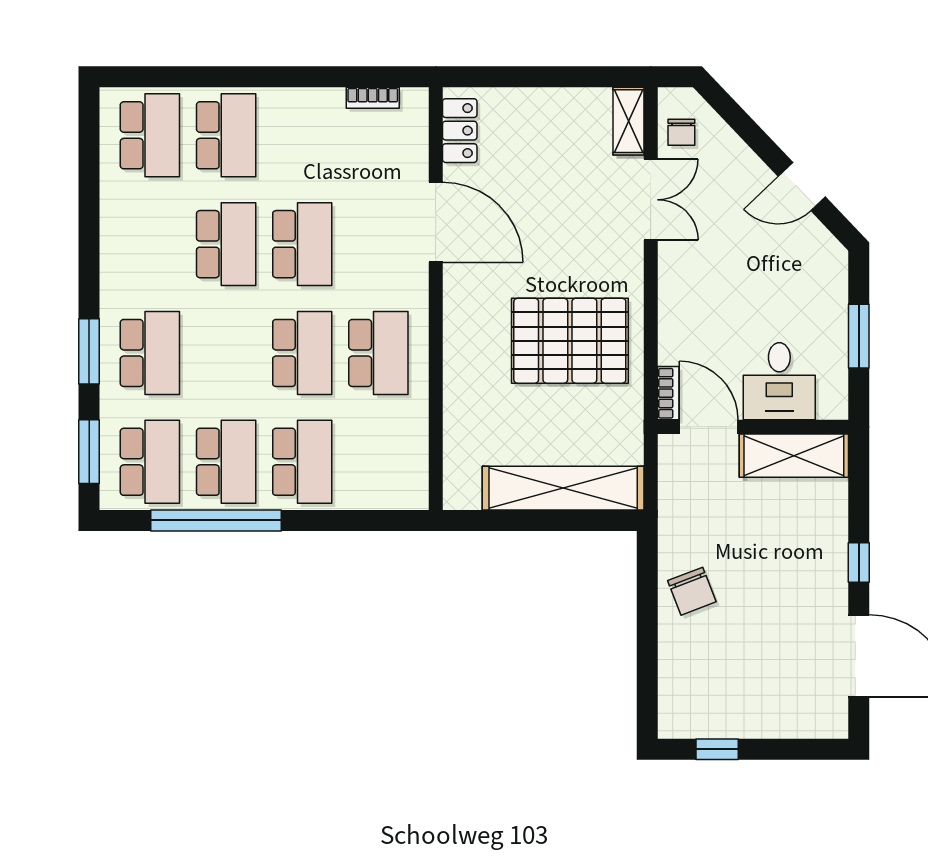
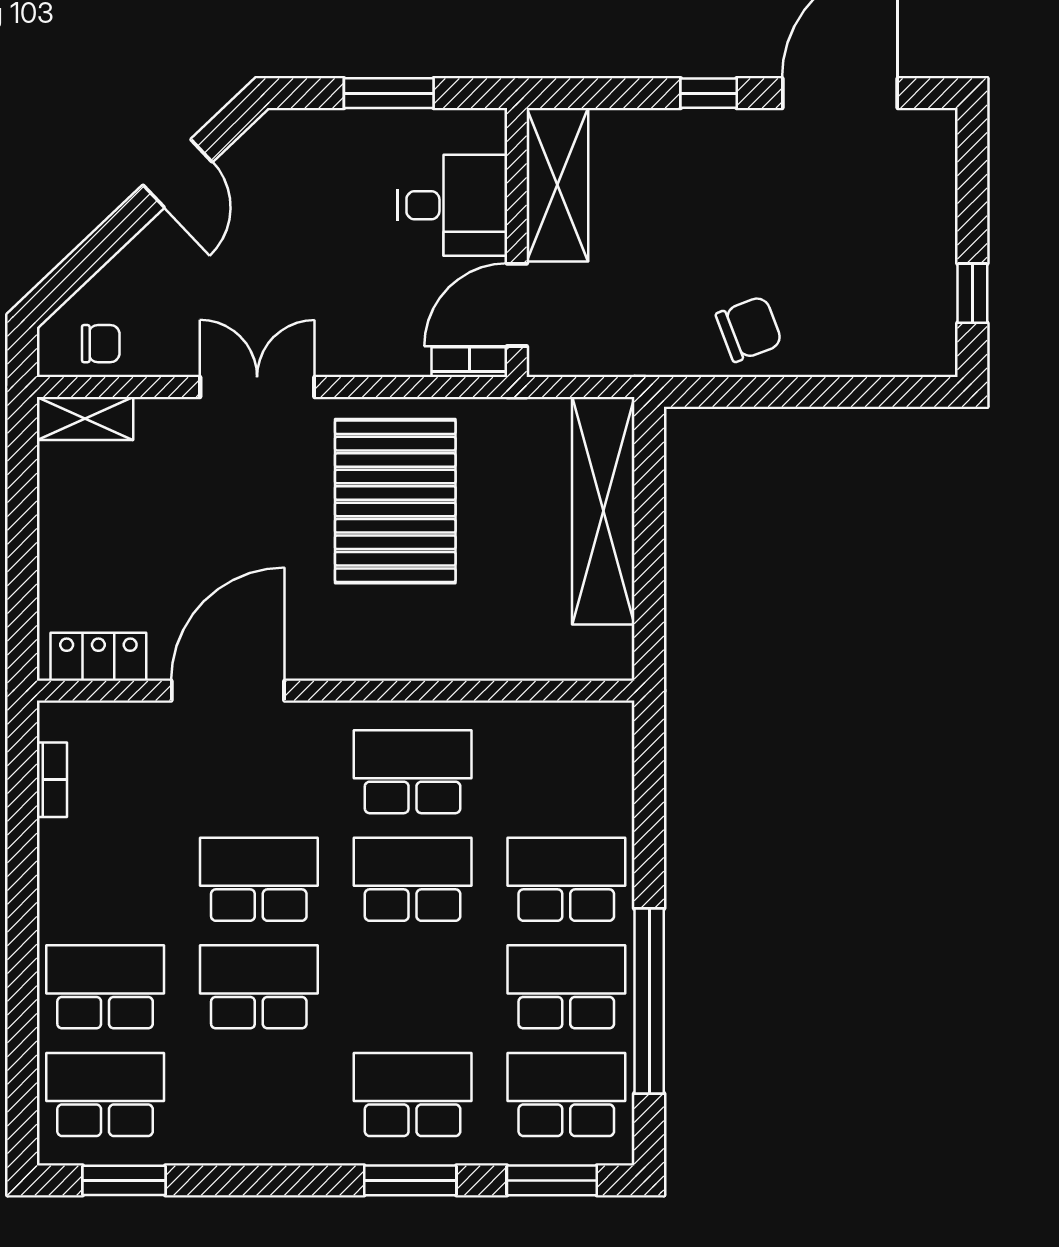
window: (89, 149) -> (124, 1180), added
double door: (651, 200) -> (257, 387), moved

